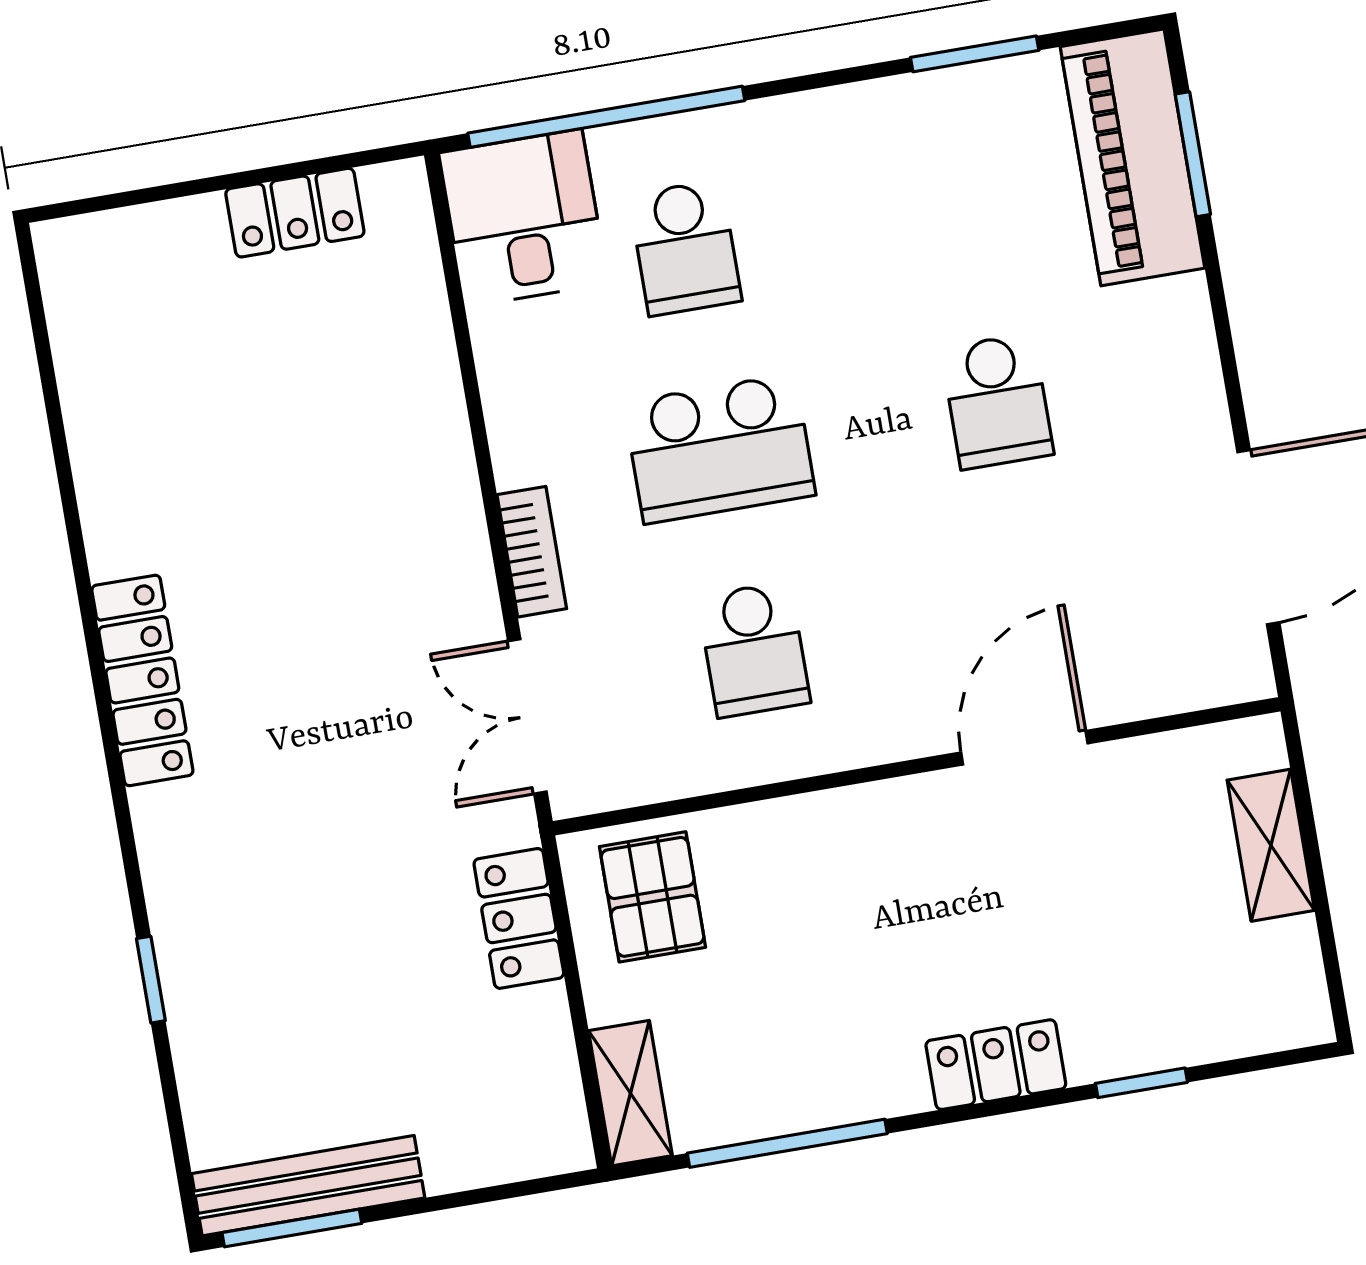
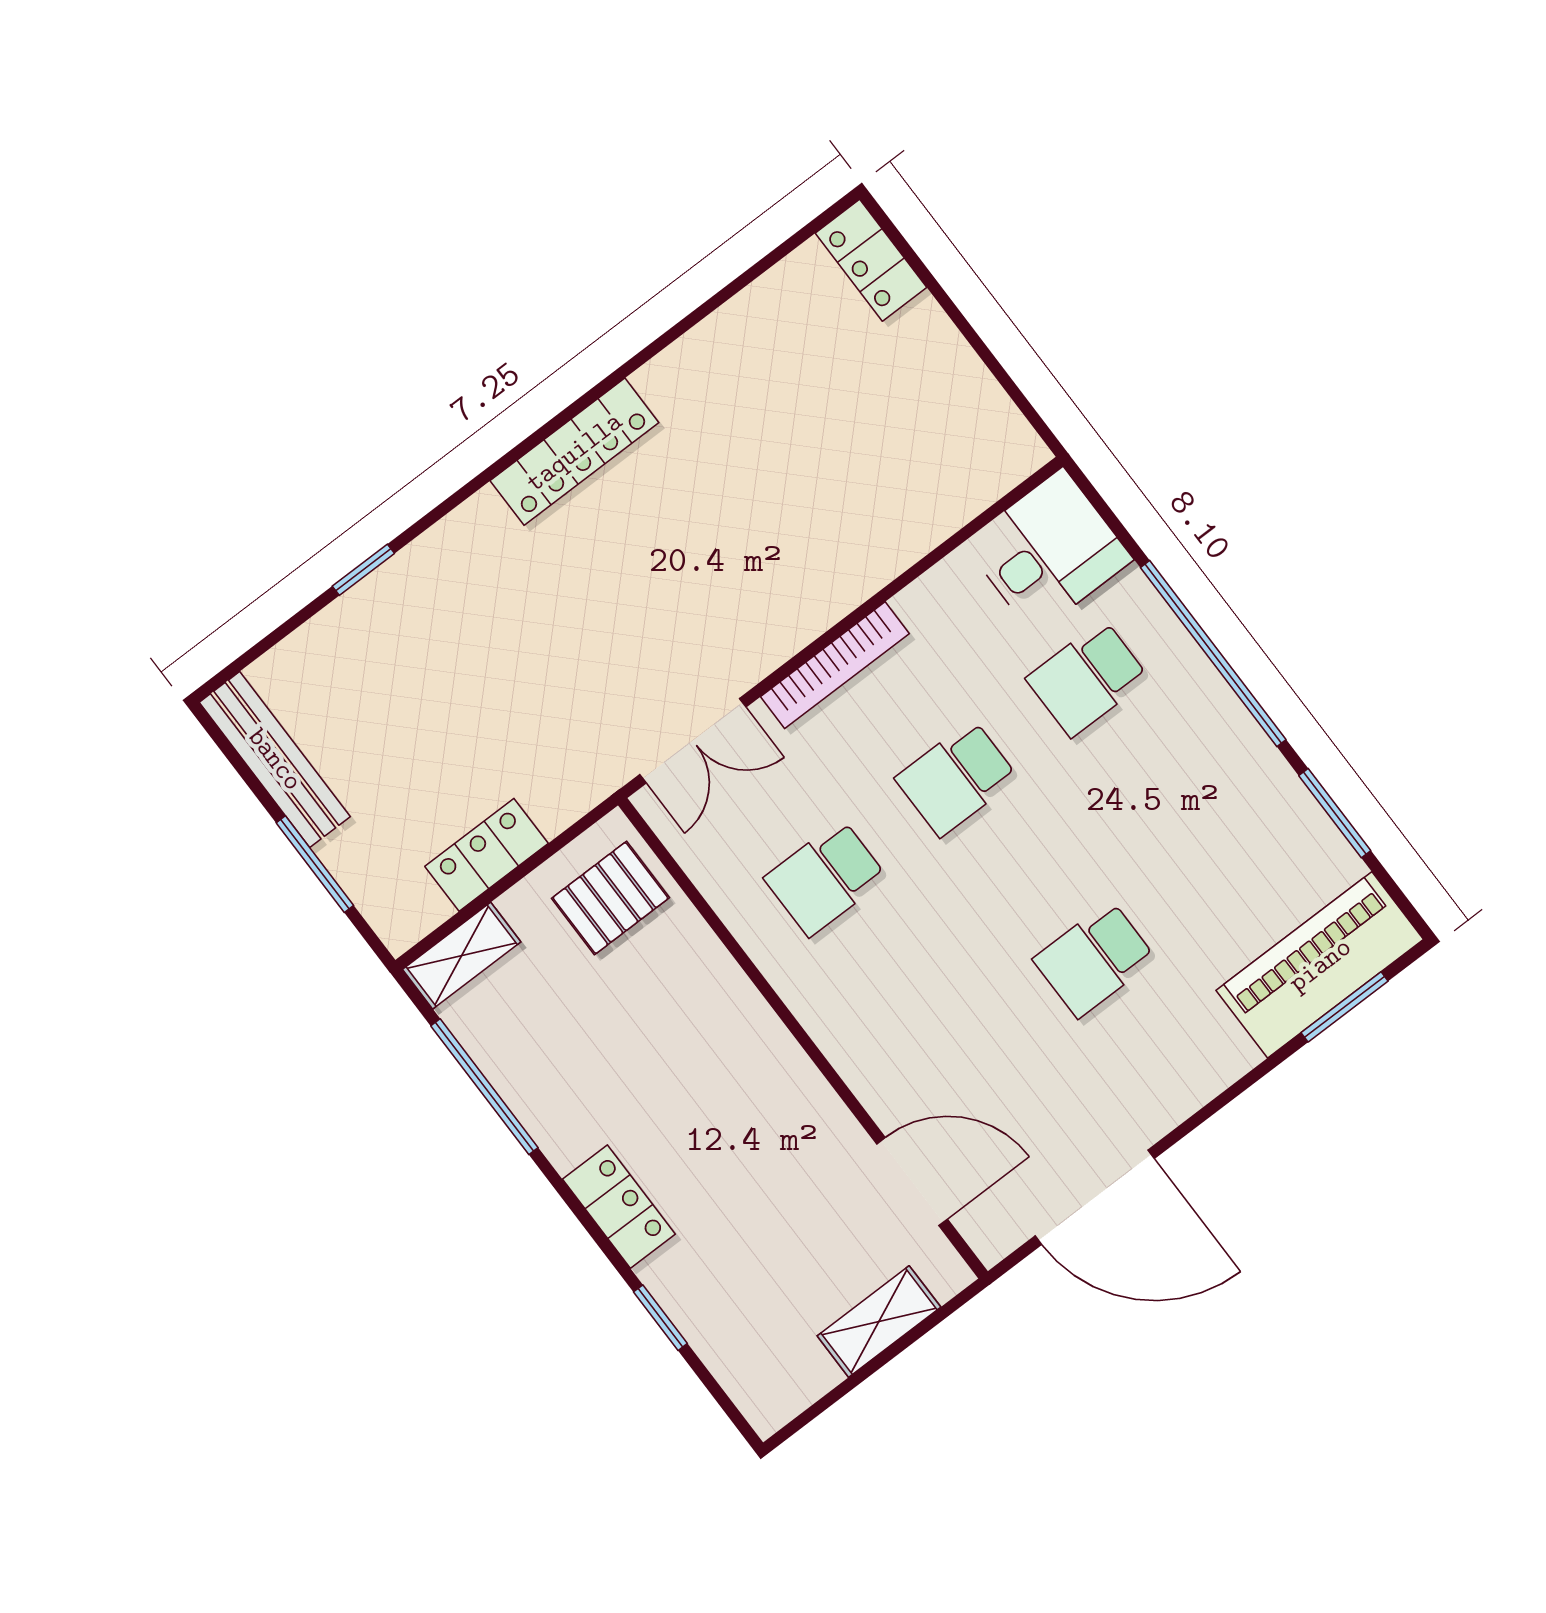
window: (606, 117) -> (1213, 654), moved
locker: (295, 213) -> (871, 260), moved
school desk: (720, 449) -> (956, 778), width x0.54
bookcase: (532, 552) -> (835, 665), width x1.56
double door: (527, 716) -> (693, 741), swing flipped
door: (1024, 748) -> (912, 1182), moved
locker: (519, 918) -> (486, 855), moved
window: (292, 1228) -> (315, 864), moved

